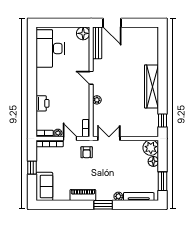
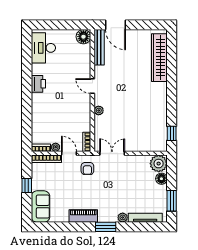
desk: (50, 48) -> (43, 48), width x0.73, depth x0.77
wardrobe: (151, 86) -> (159, 58), moved
printer: (42, 103) -> (38, 84), moved

